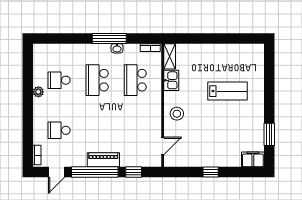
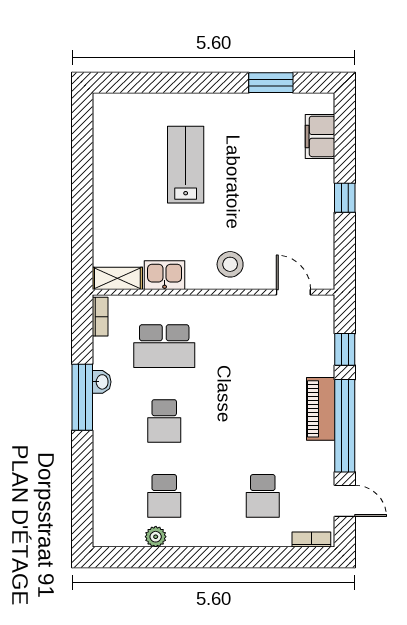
school desk: (97, 80) -> (164, 421), width x0.54
plant: (38, 92) -> (156, 537), moved
filing cabinet: (253, 159) -> (320, 136), moved

